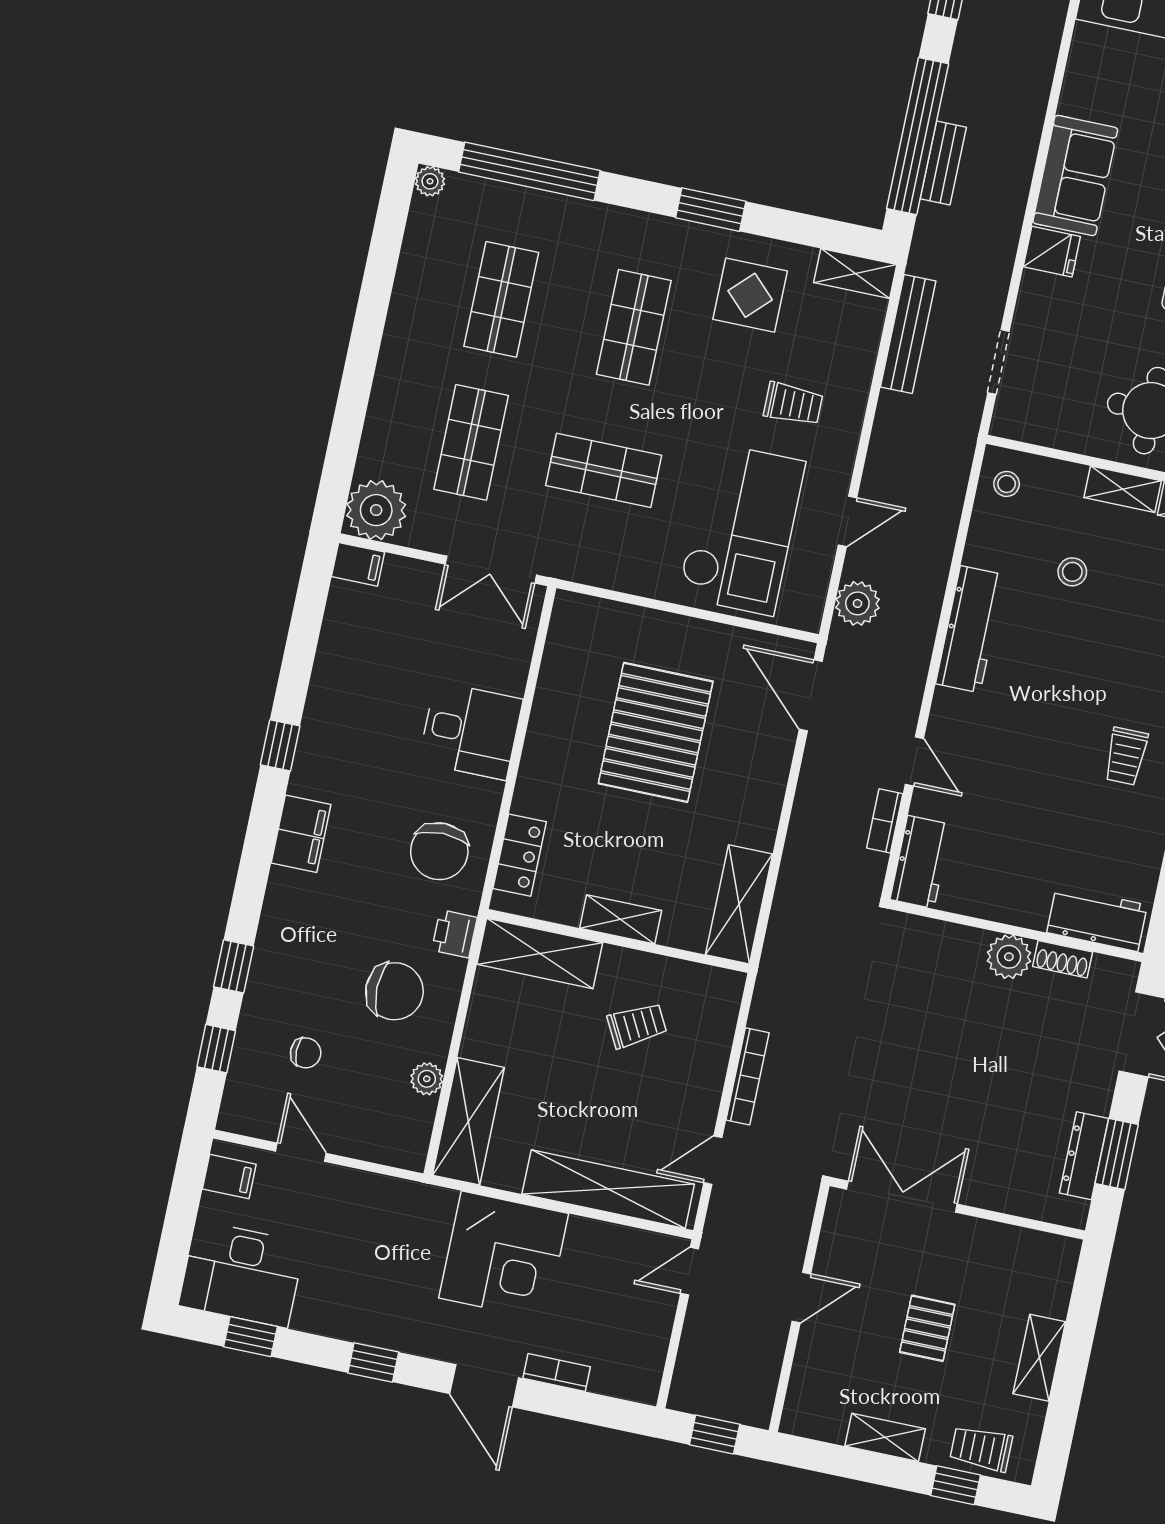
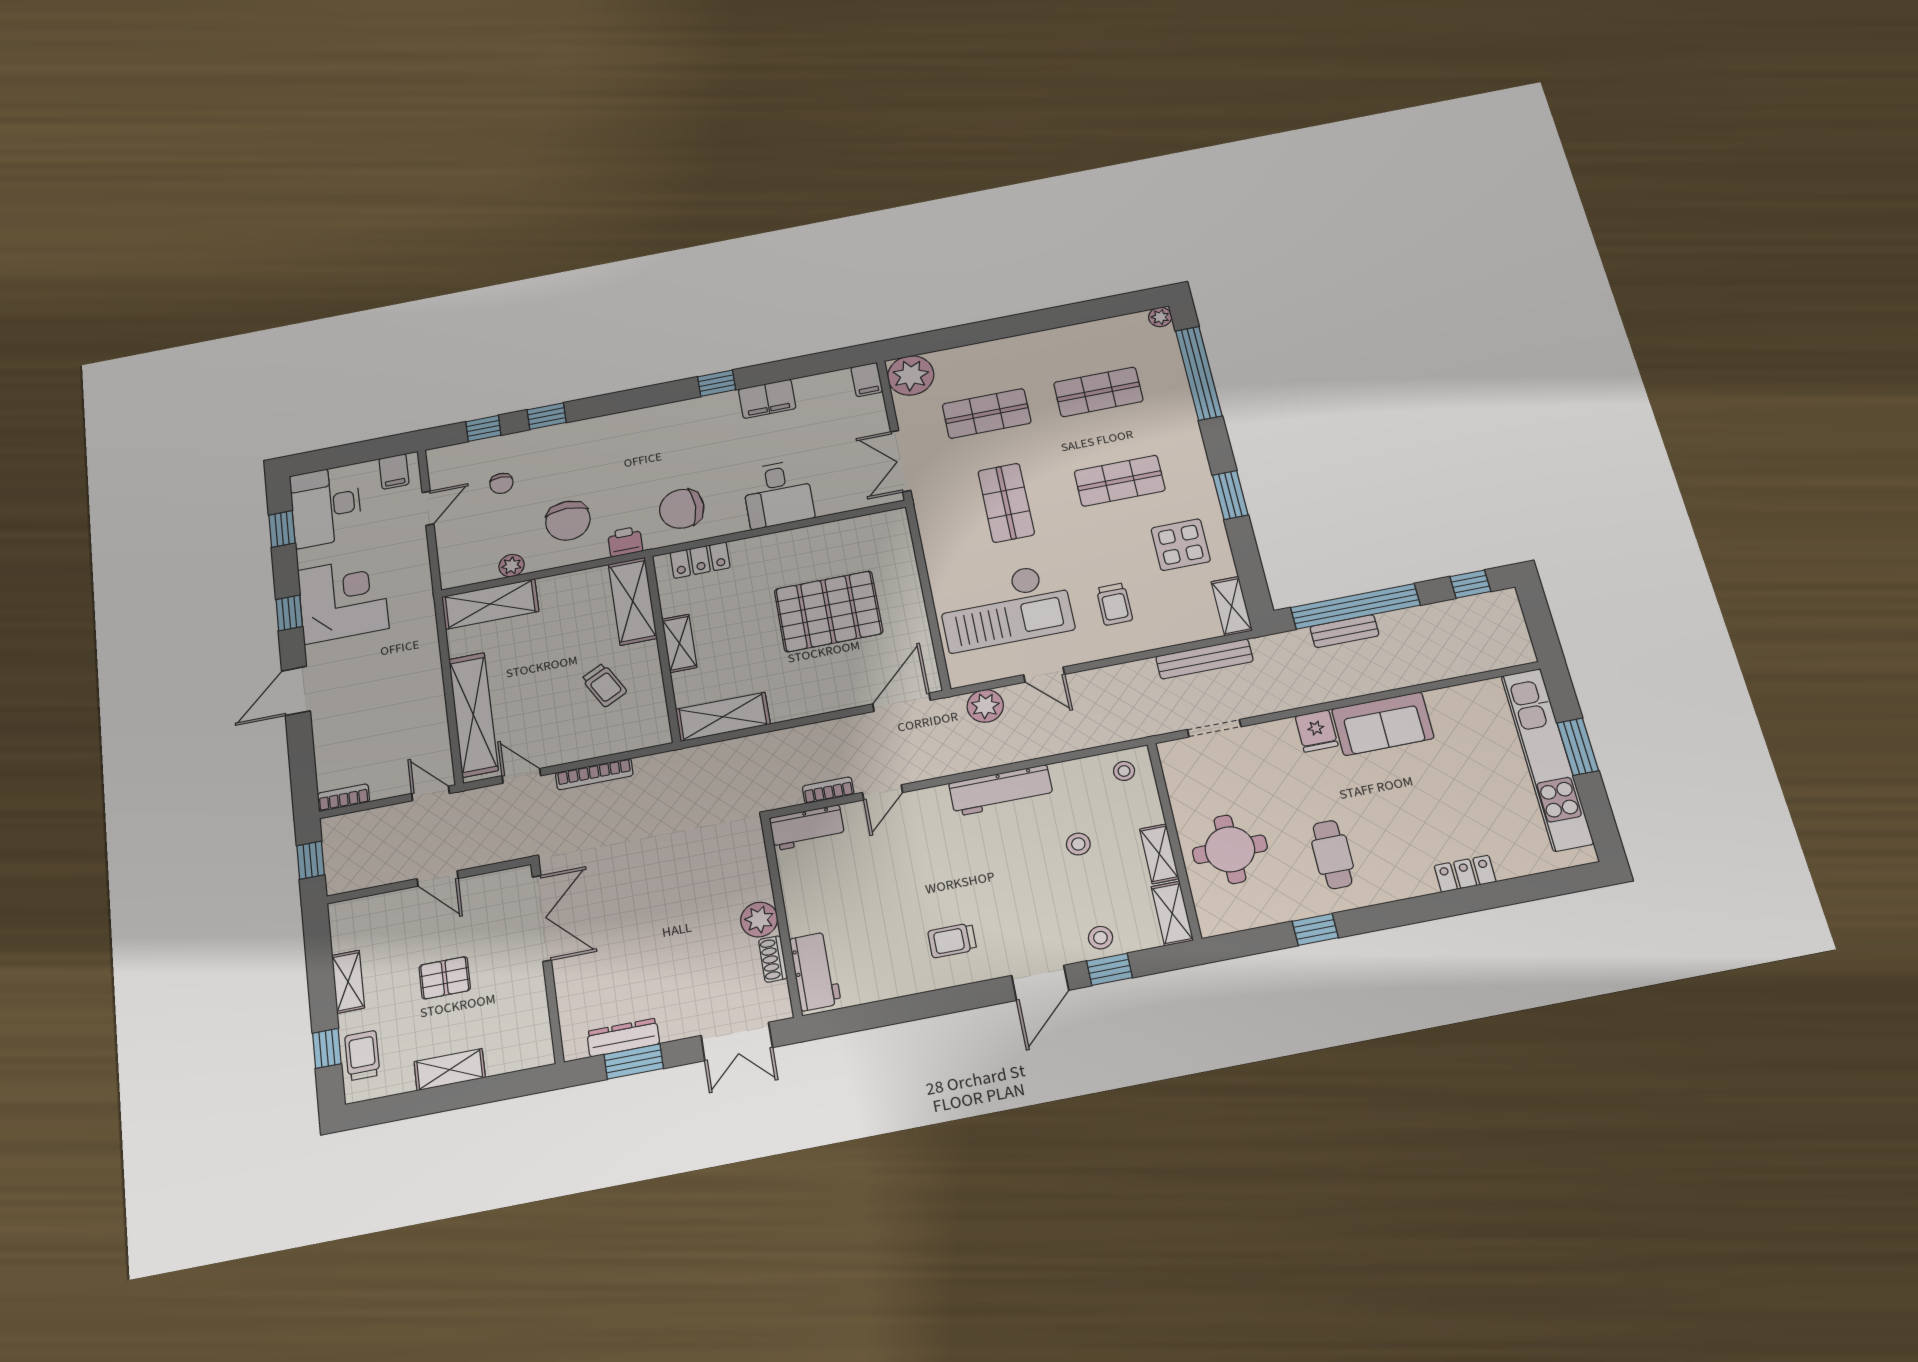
filing cabinet: (301, 834) -> (767, 399), moved
corner desk: (504, 1256) -> (343, 599), moved, turned 180
bookcase: (557, 1372) -> (343, 798), moved, turned -90

